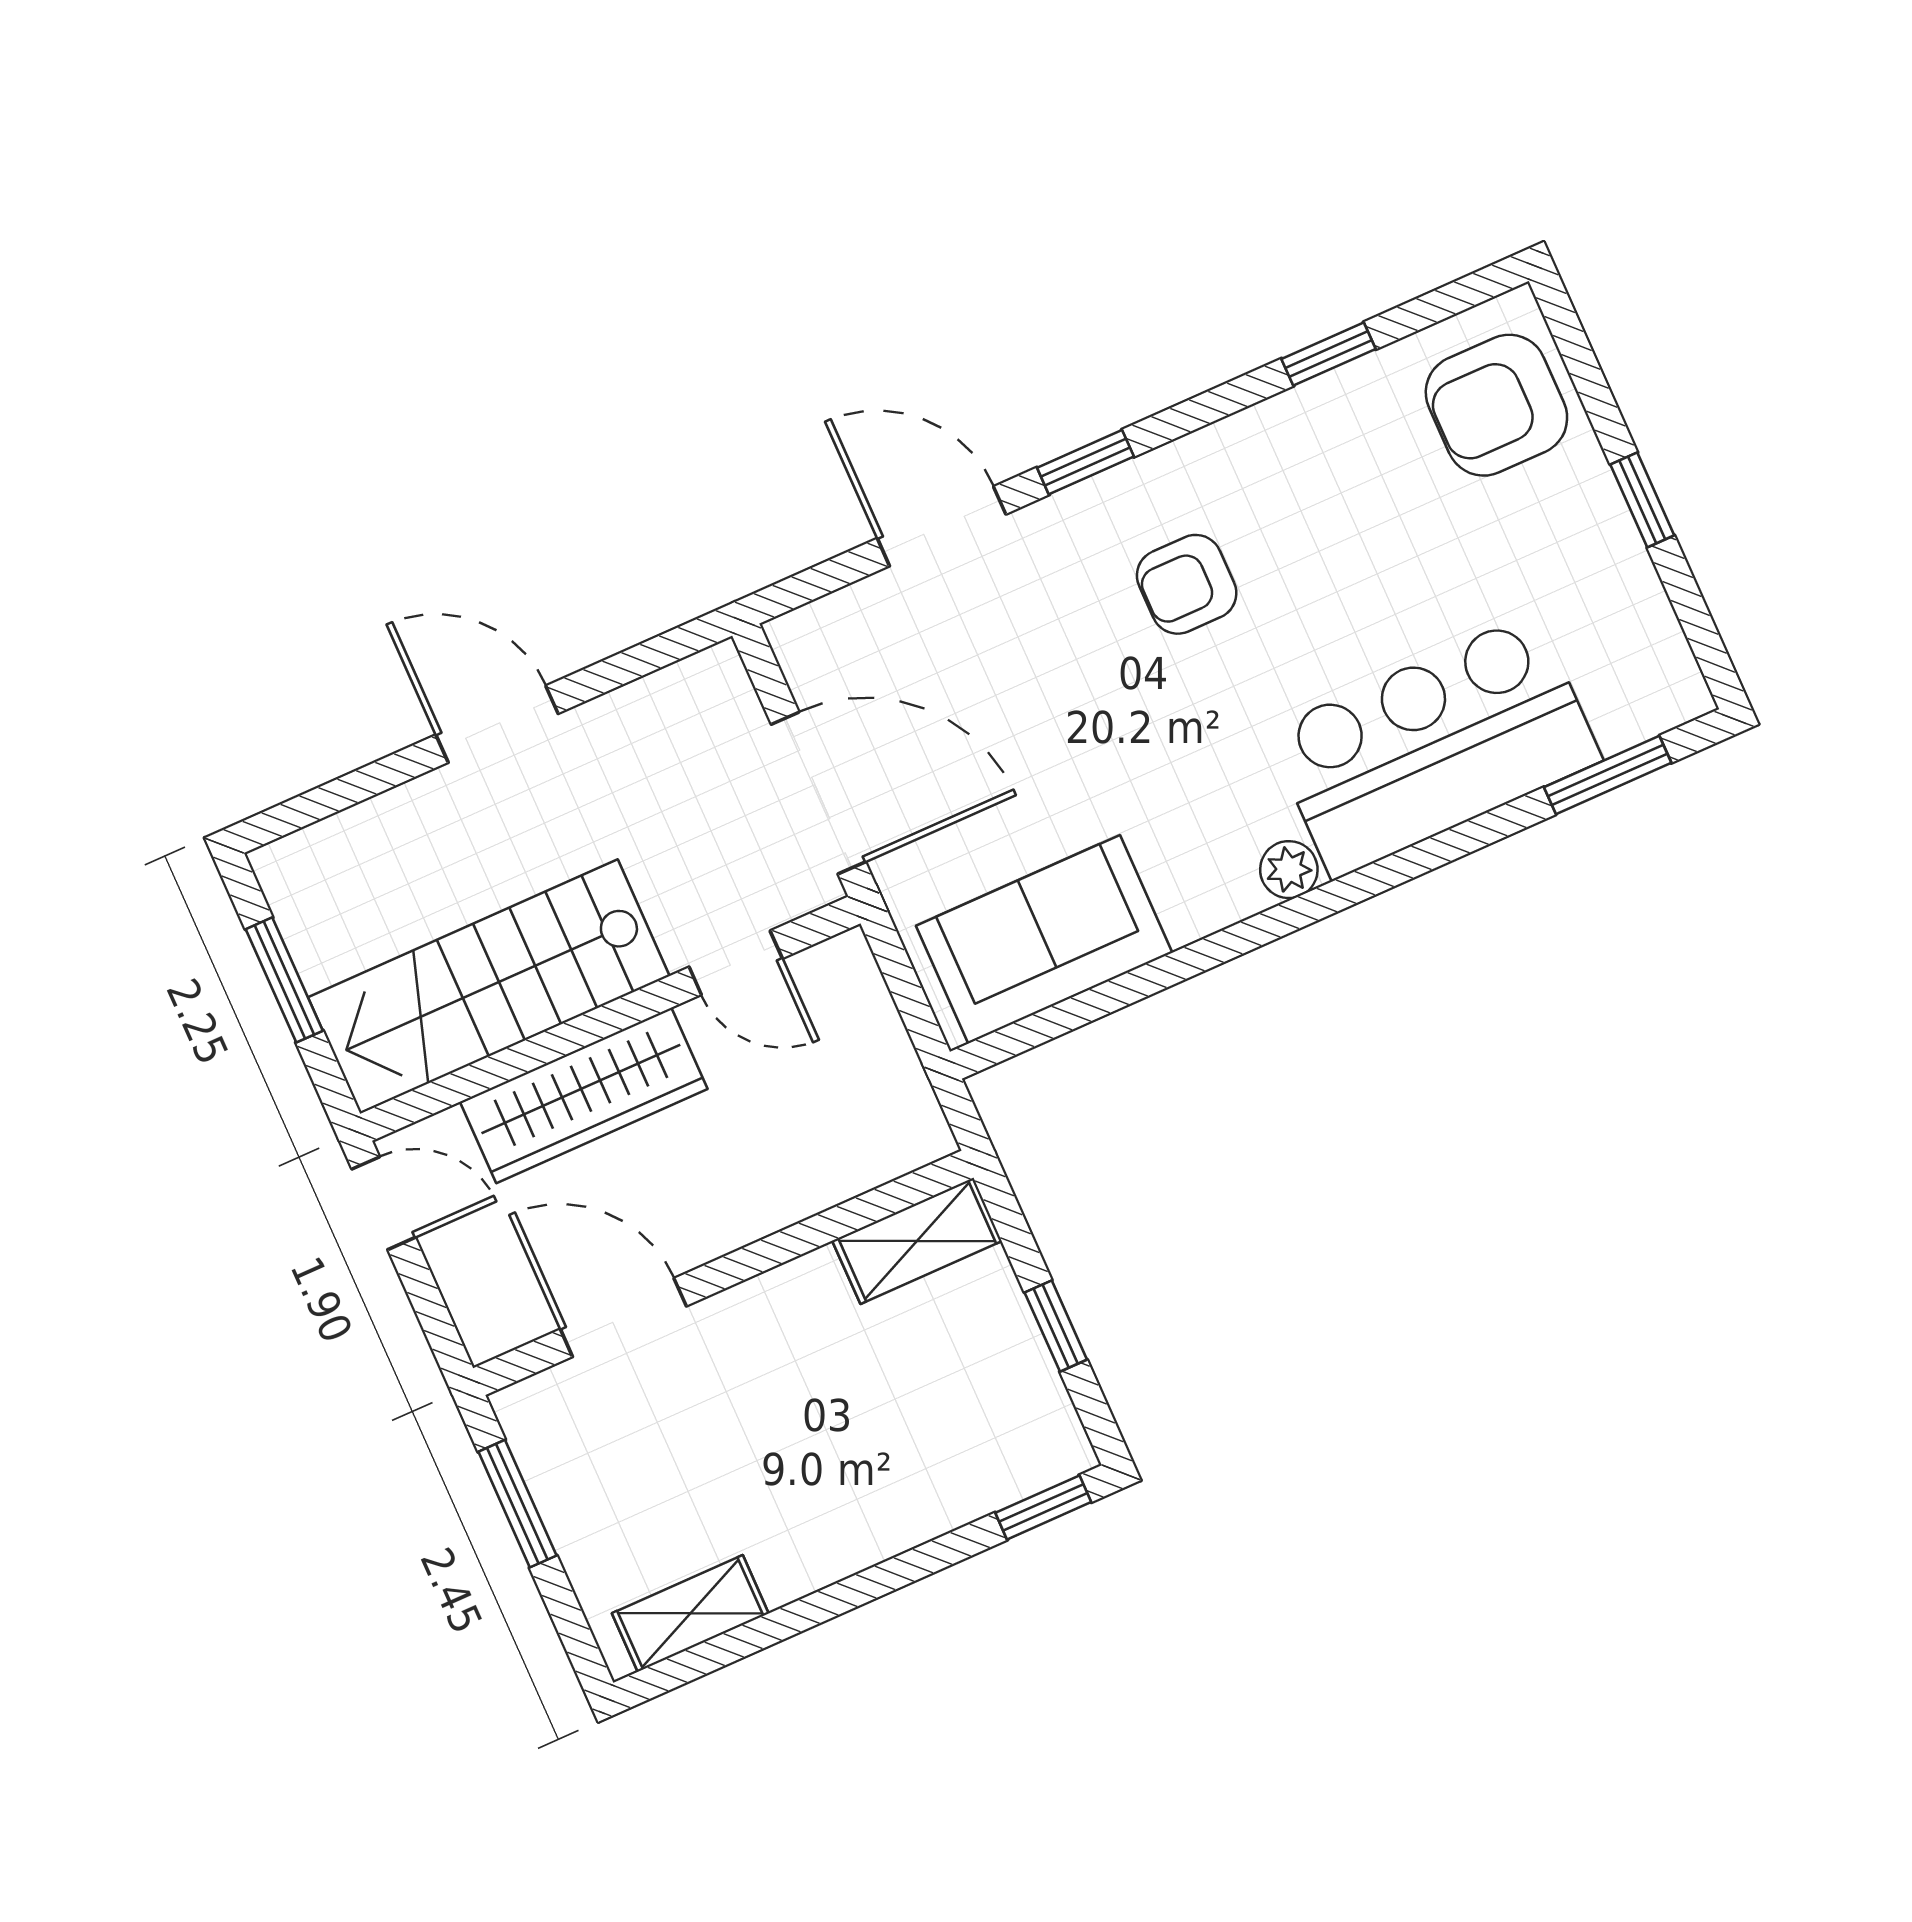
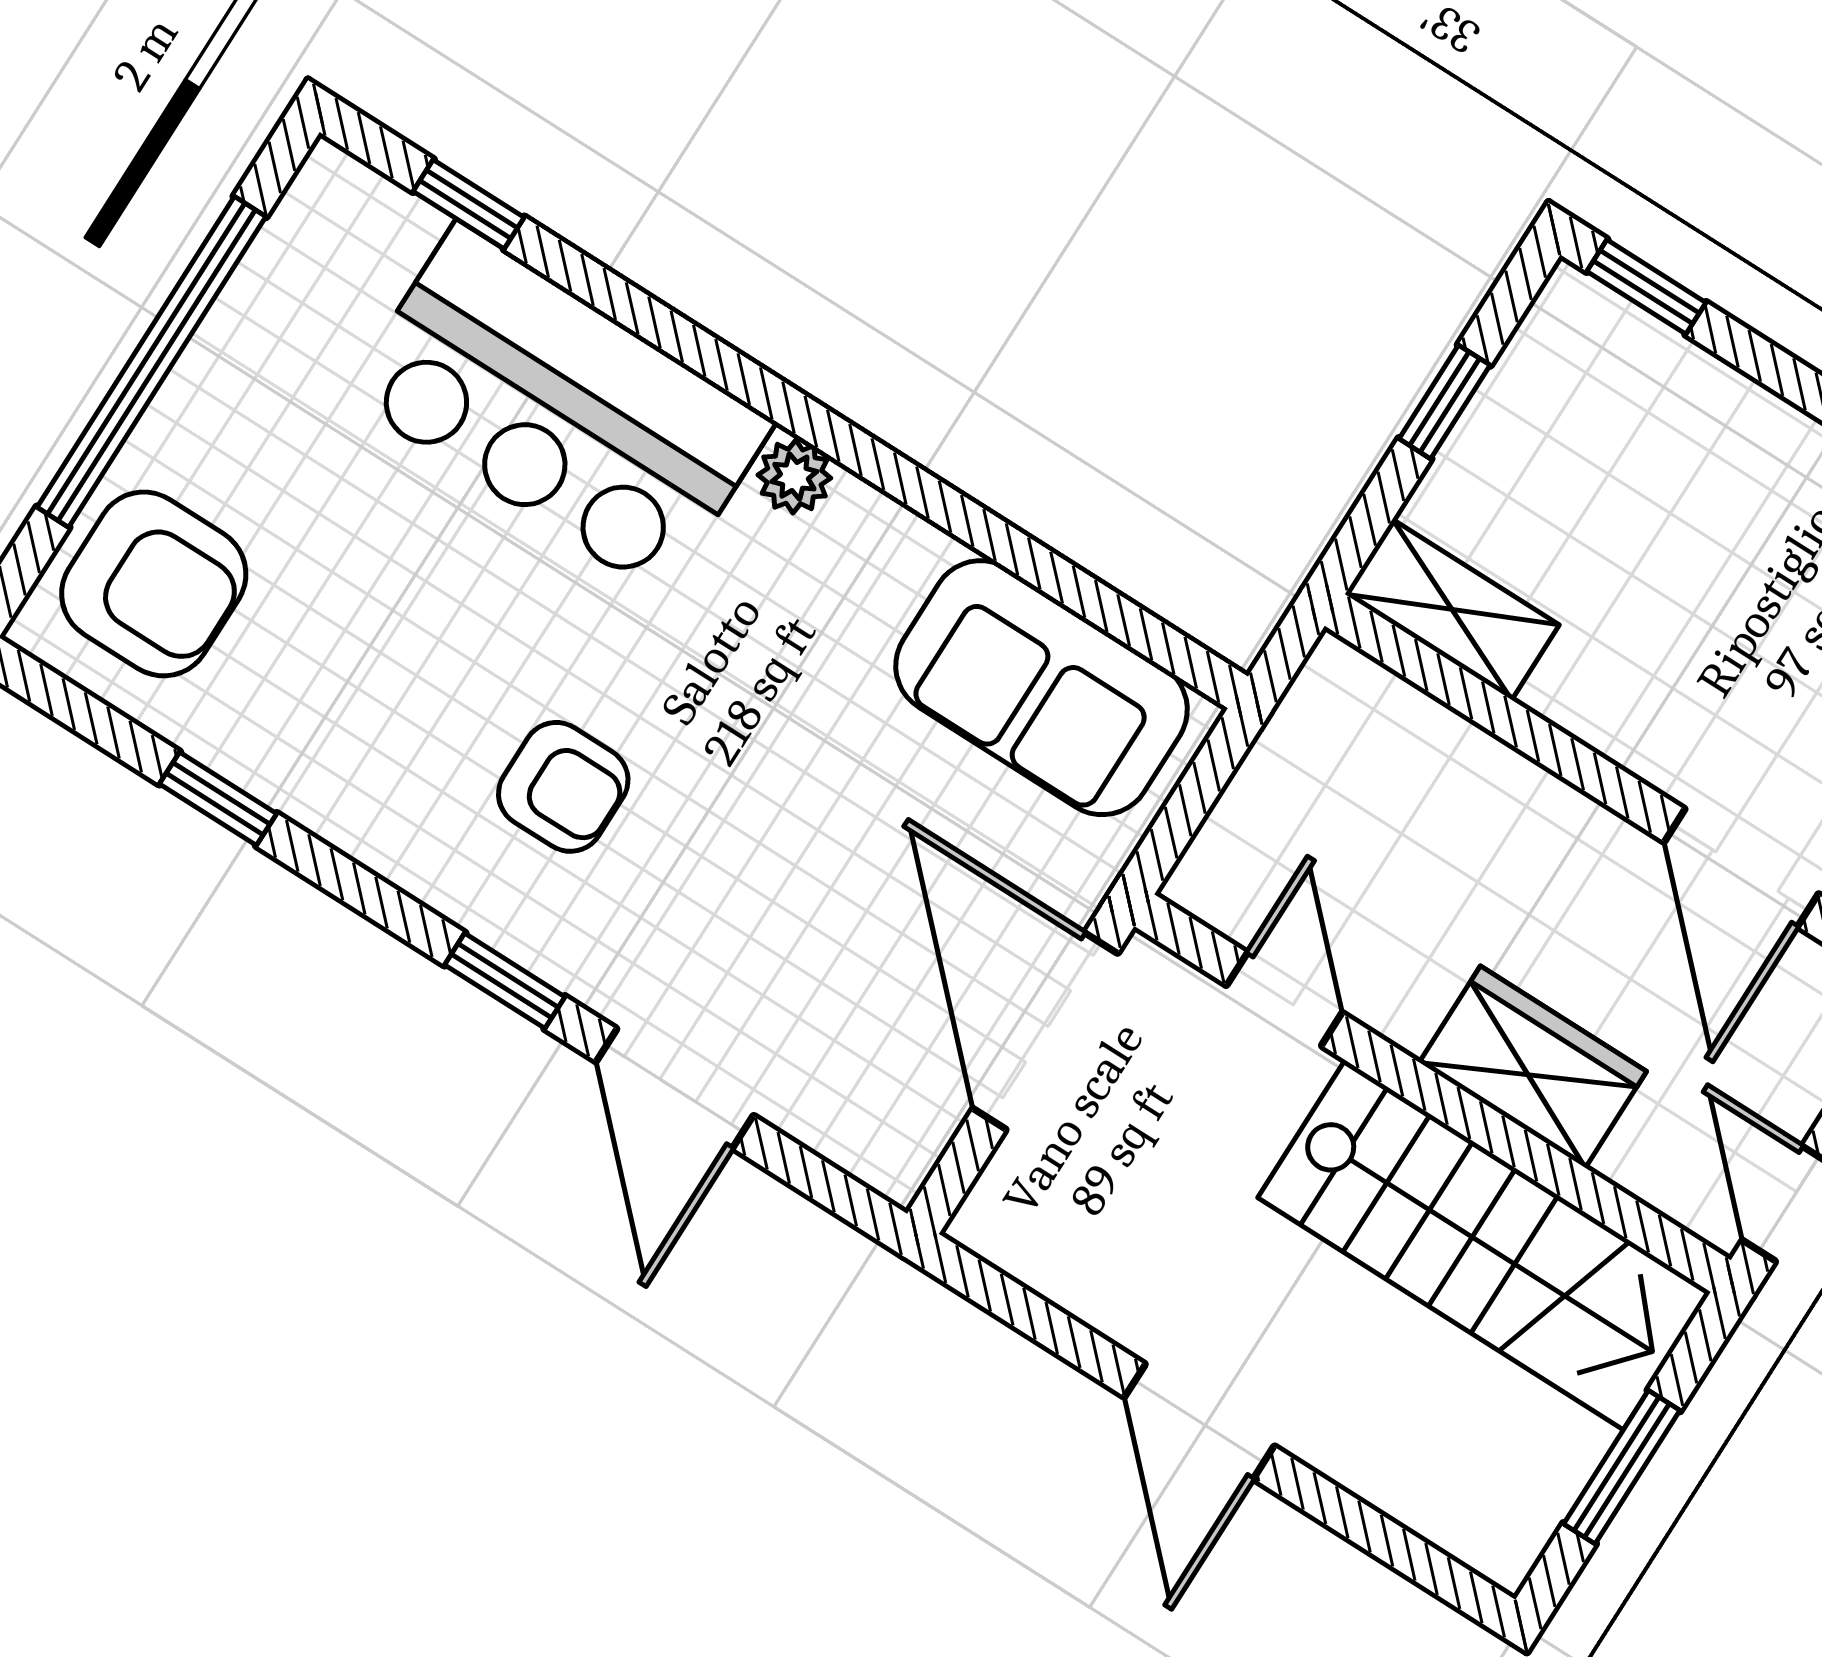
window: (1642, 500) -> (151, 362), width x3.17
window: (1608, 775) -> (469, 204), width x0.67
wardrobe: (584, 1095) -> (1533, 1067), width x0.67

